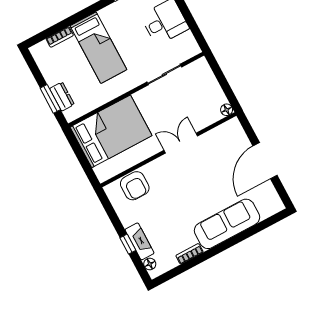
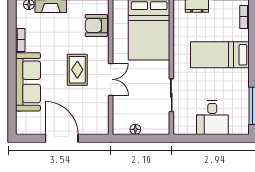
bookcase: (60, 37) -> (244, 17), moved
floor lamp: (227, 110) -> (135, 129), moved
rug: (189, 181) -> (77, 70), added

